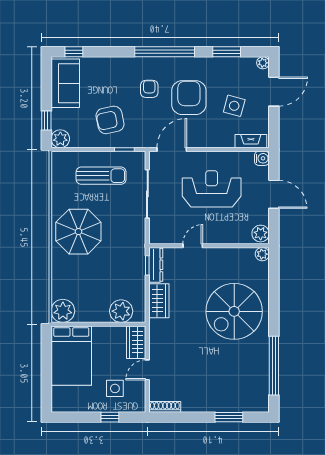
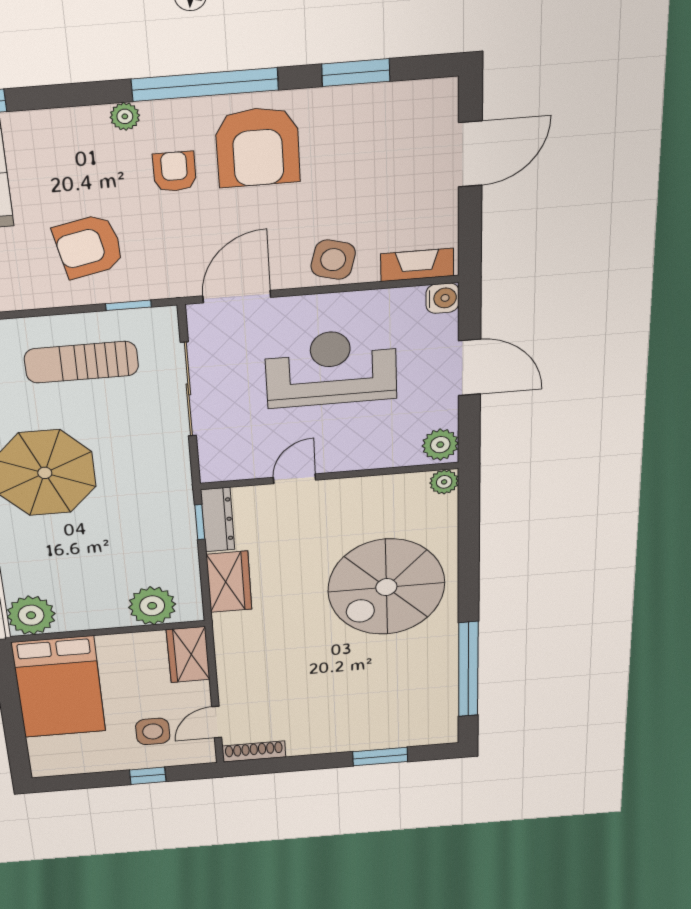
plant: (263, 63) -> (125, 116), moved
armchair: (189, 98) -> (258, 147), moved, turned 180
side table: (234, 106) -> (333, 260), moved
sun lounger: (101, 176) -> (81, 362), turned 180
door: (147, 370) -> (217, 722), moved

